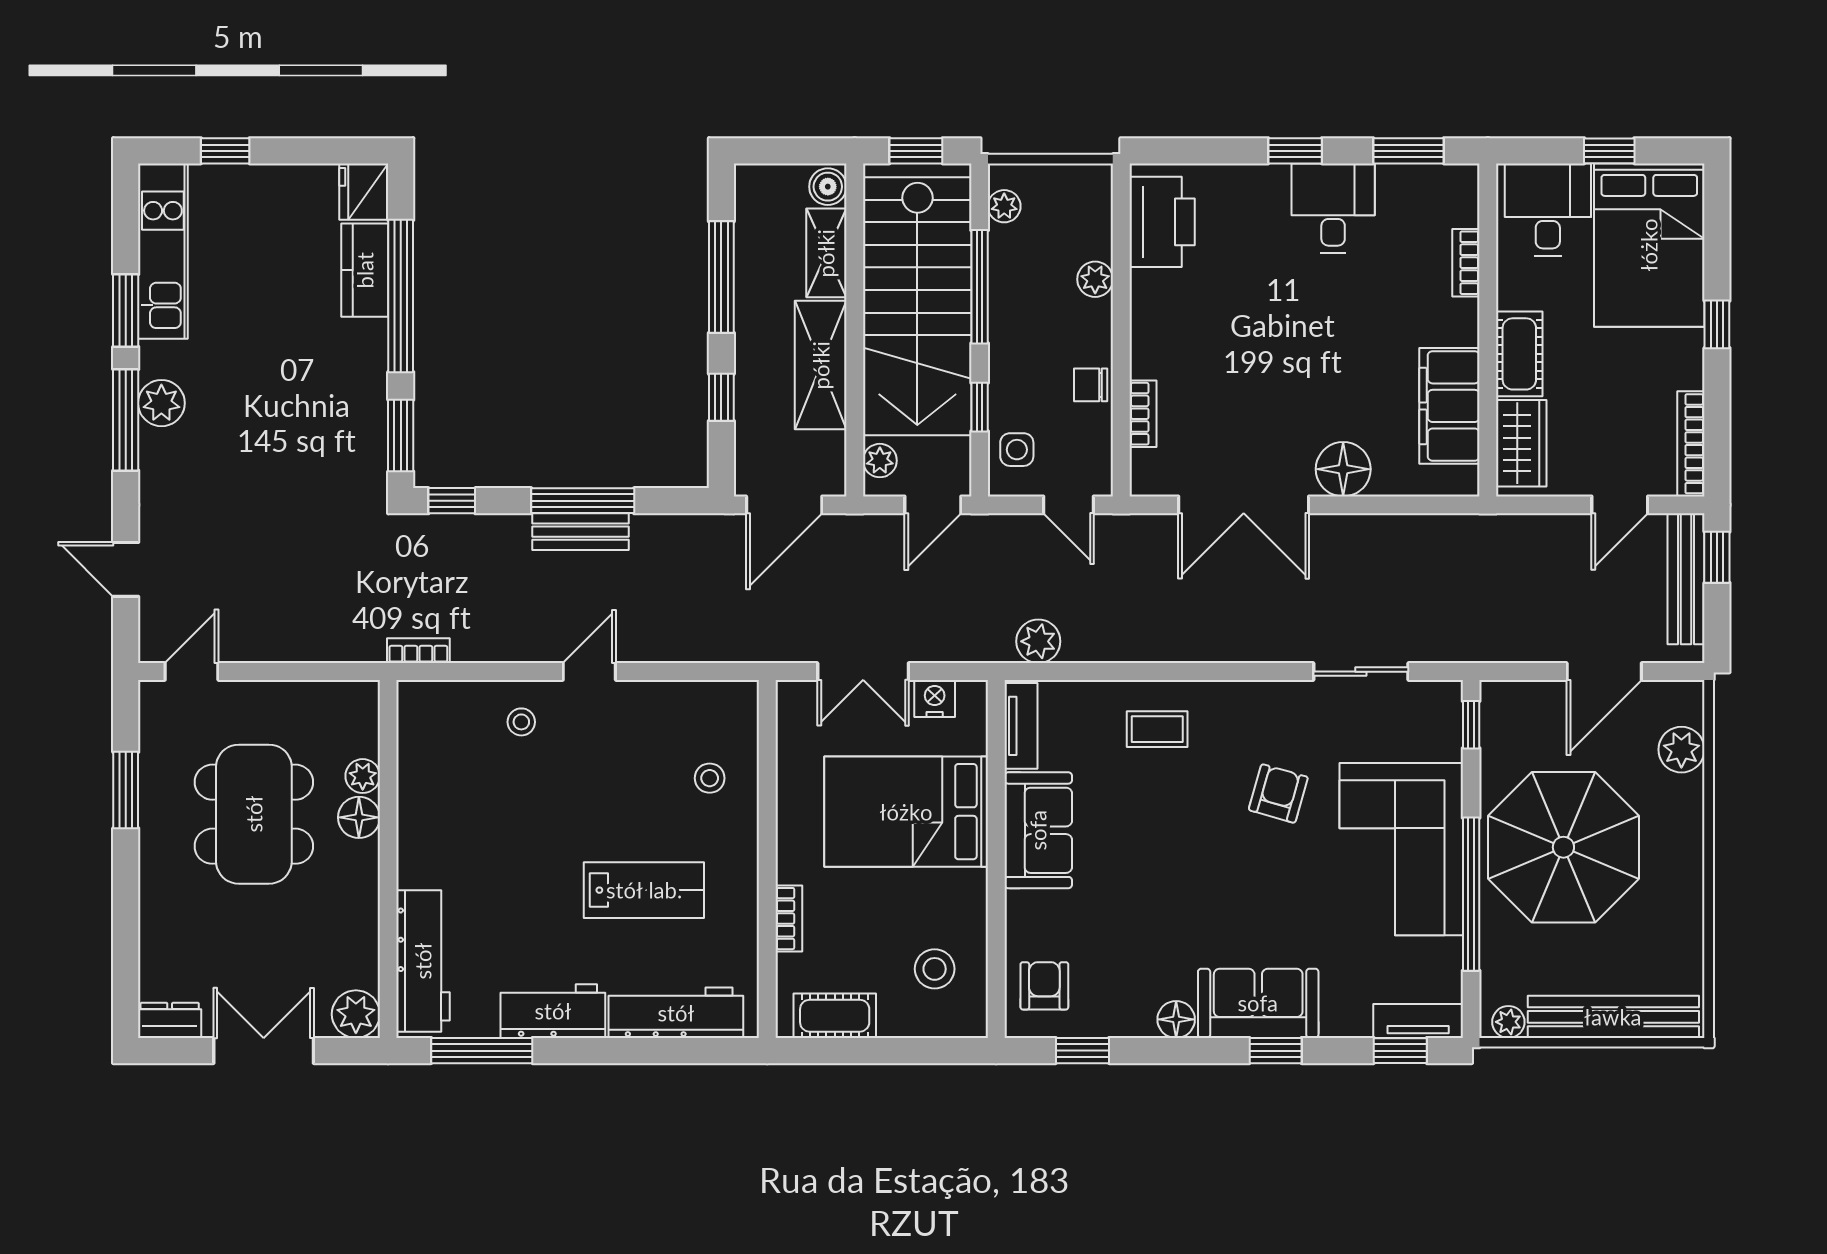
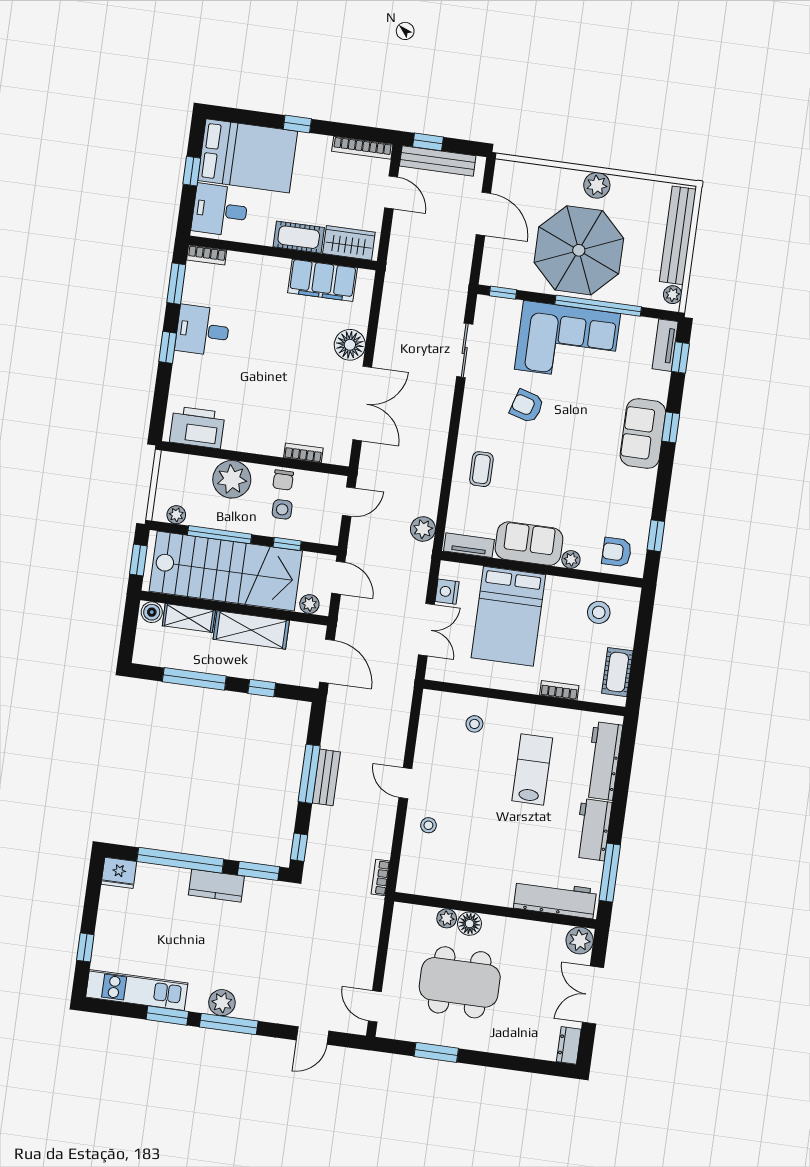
bookcase: (1466, 263) -> (207, 255), moved
kitchen counter: (365, 270) -> (216, 886), moved
plant: (1095, 279) -> (232, 479), width x1.88, depth x1.88
side table: (1017, 450) -> (282, 509), moved
plant: (1681, 750) -> (597, 185), moved
plant: (1021, 908) -> (571, 559), added
floor lamp: (1176, 1019) -> (646, 481), removed

